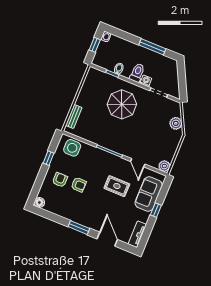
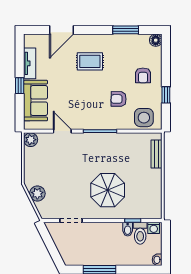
window: (95, 45) -> (166, 245), removed
toilet: (137, 73) -> (140, 233), moved
washing machine: (146, 81) -> (154, 228), moved
armchair: (79, 185) -> (119, 99), moved
rug: (117, 186) -> (90, 61), moved
window: (79, 228) -> (126, 30), moved
tv unit: (137, 234) -> (30, 63), moved
door: (107, 239) -> (61, 30), hinge flipped

